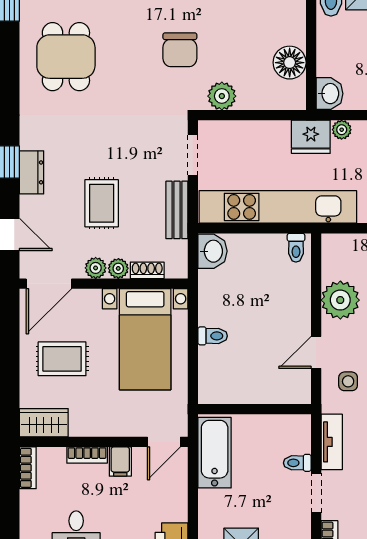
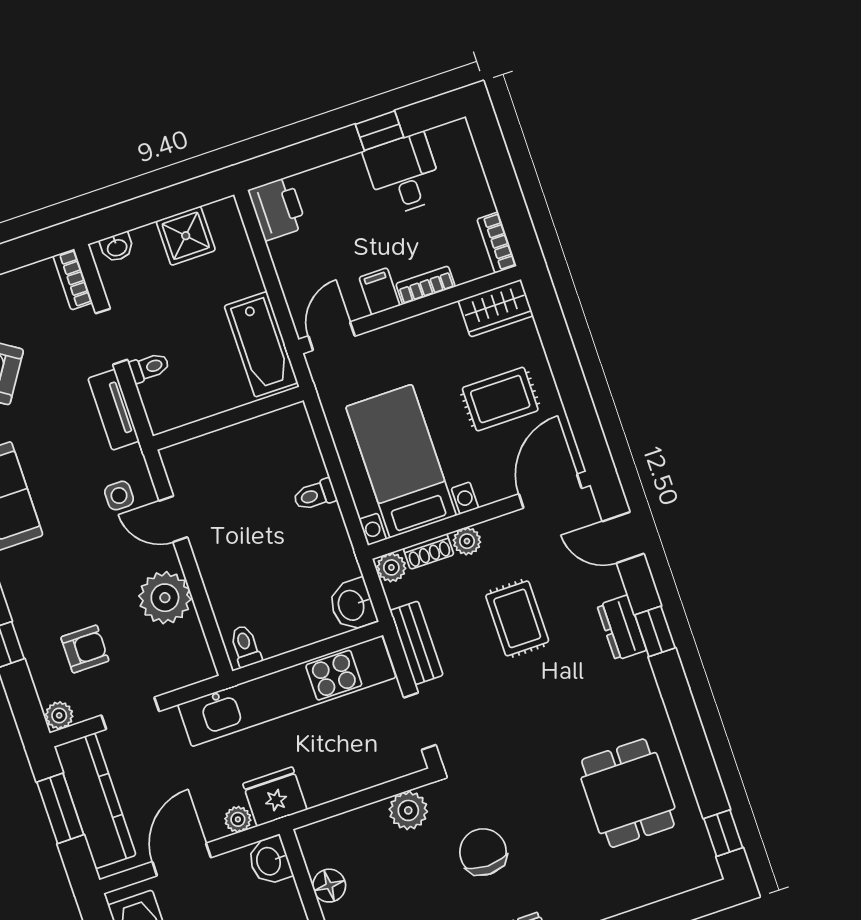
floor lamp: (290, 63) -> (329, 886), width x0.73, depth x0.73
plant: (96, 268) -> (391, 567), moved
door: (316, 352) -> (173, 519), swing flipped

